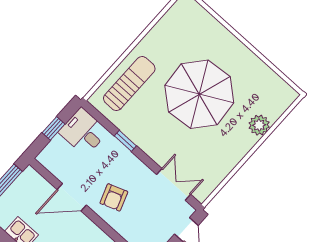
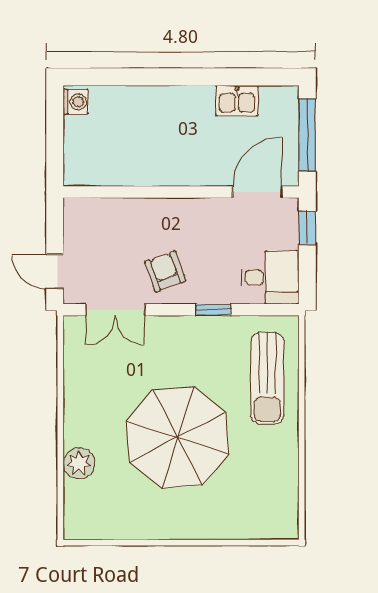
window: (53, 128) -> (307, 227), moved
door: (72, 197) -> (257, 192), moved
armchair: (114, 197) -> (165, 271), moved

